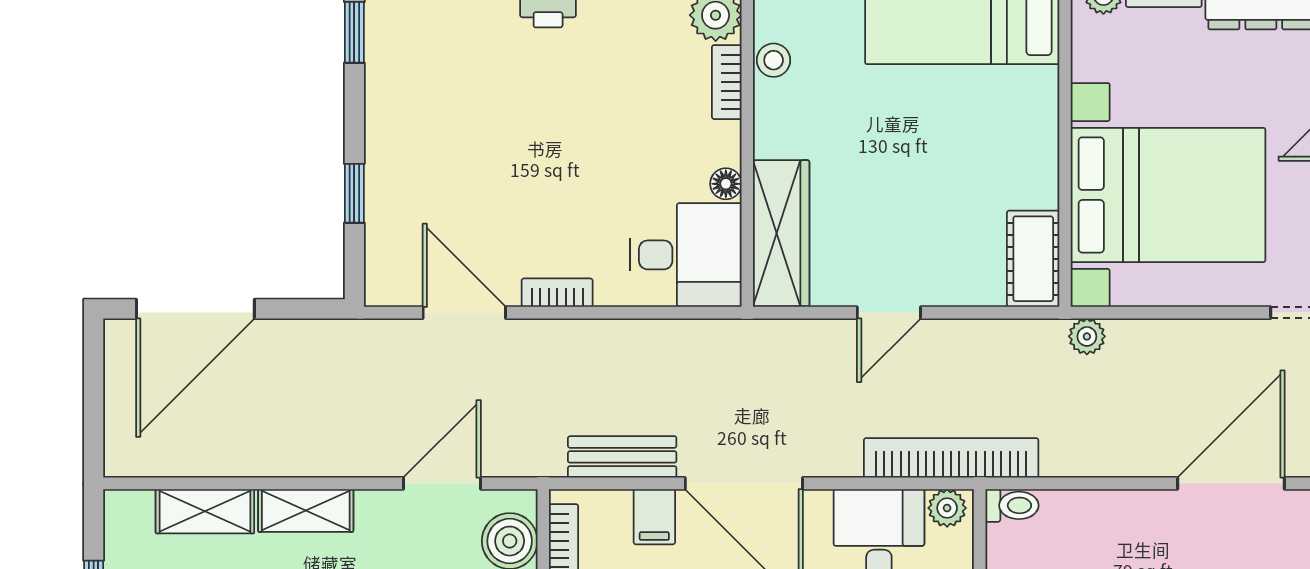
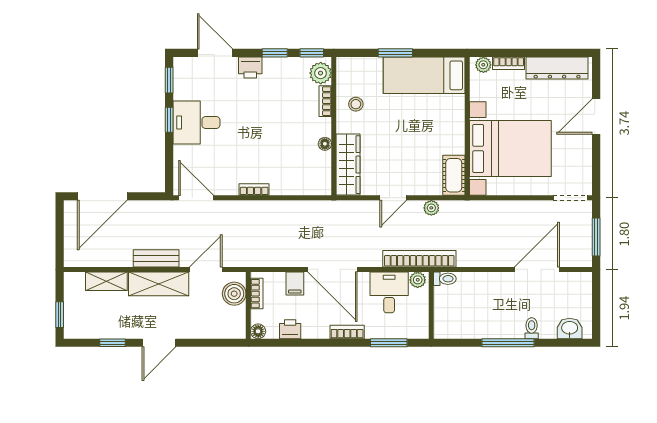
stool: (774, 60) -> (356, 104), moved
window: (354, 193) -> (169, 120), moved
desk: (686, 255) -> (196, 122), moved, turned 180
door: (464, 313) -> (196, 198), moved
plant: (1087, 336) -> (431, 208), moved
bench: (622, 457) -> (156, 258), moved
shelving: (306, 510) -> (159, 284), width x1.50, depth x1.33

